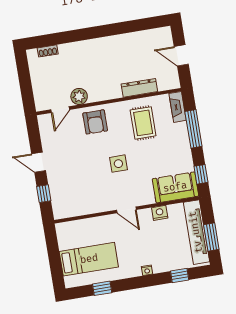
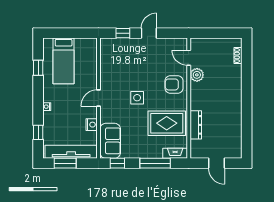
door: (181, 55) -> (216, 163), swing flipped
rug: (143, 123) -> (167, 123), width x1.36, depth x1.43

